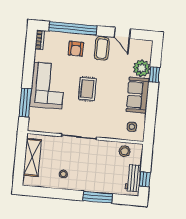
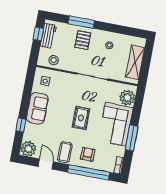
plant: (142, 68) -> (28, 149), moved
window: (25, 103) -> (132, 138), moved
plant: (37, 117) -> (127, 98), added
pallet: (94, 177) -> (83, 40), added

